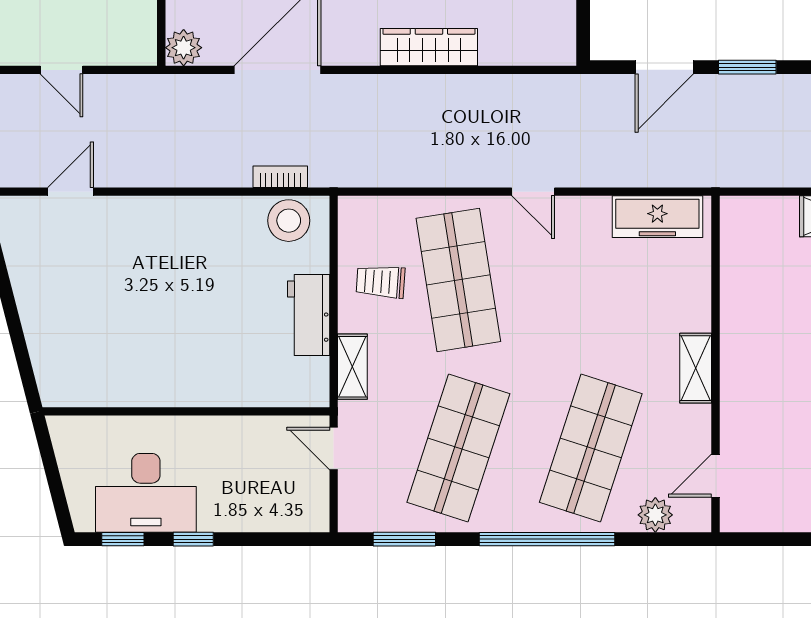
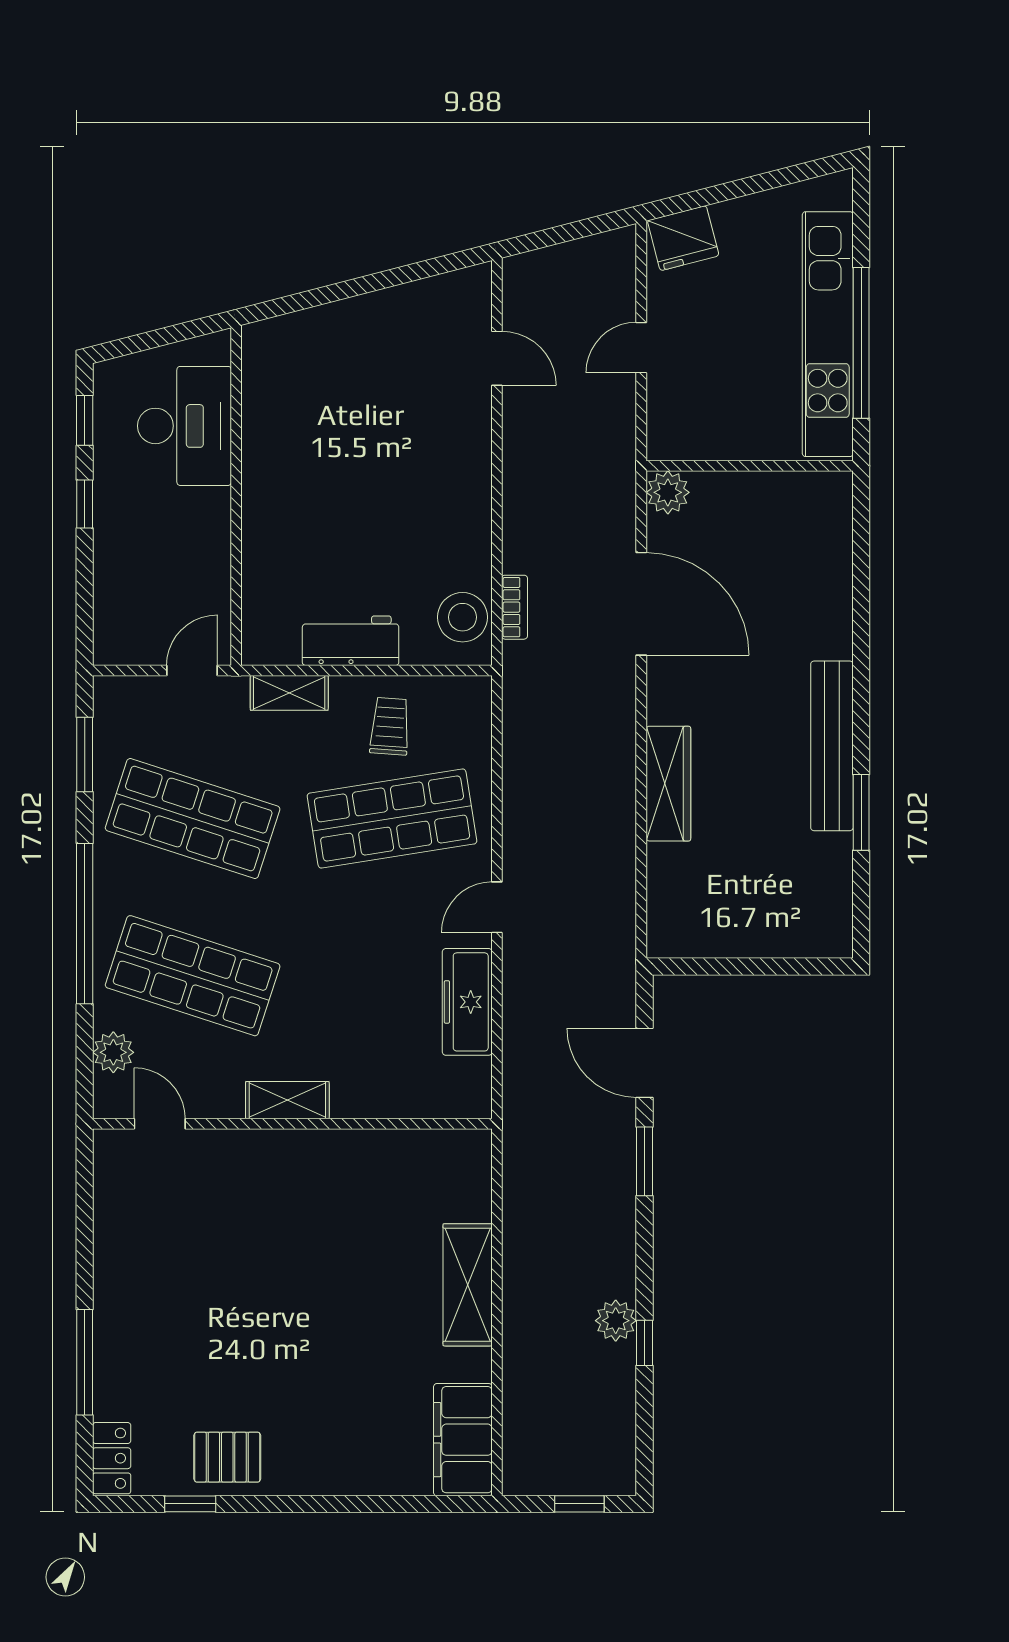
freezer: (657, 217) -> (467, 1002), moved
desk: (146, 493) -> (184, 426), moved, turned 180

